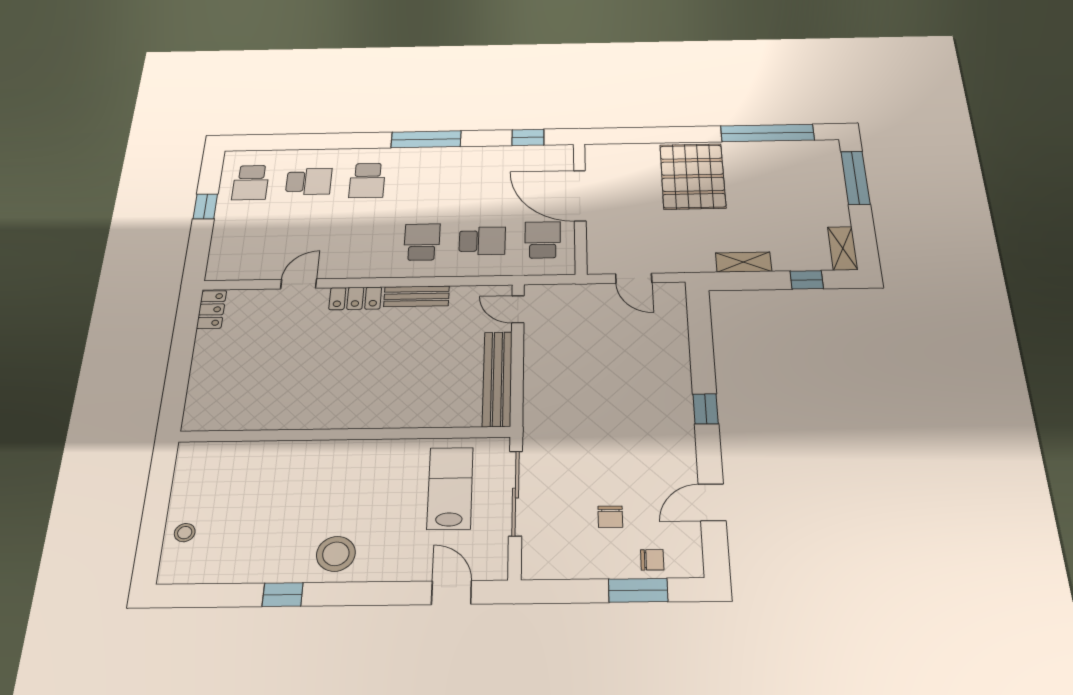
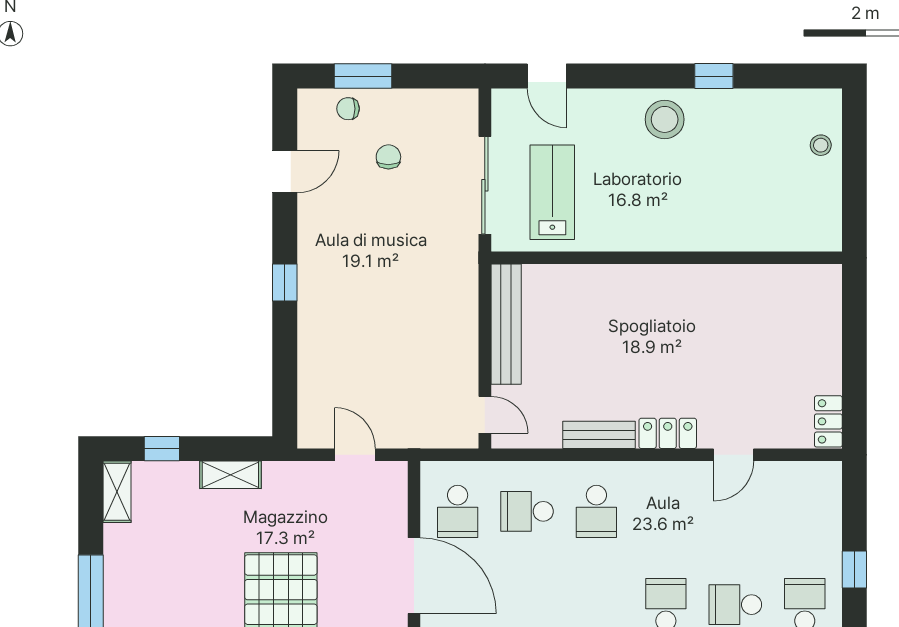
lab bench: (450, 488) -> (552, 192), turned 180

